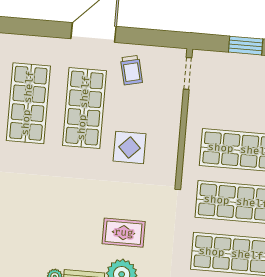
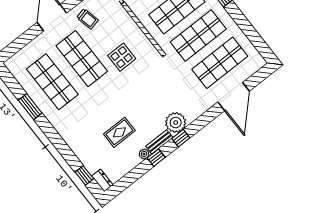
rug: (124, 233) -> (119, 132), moved

